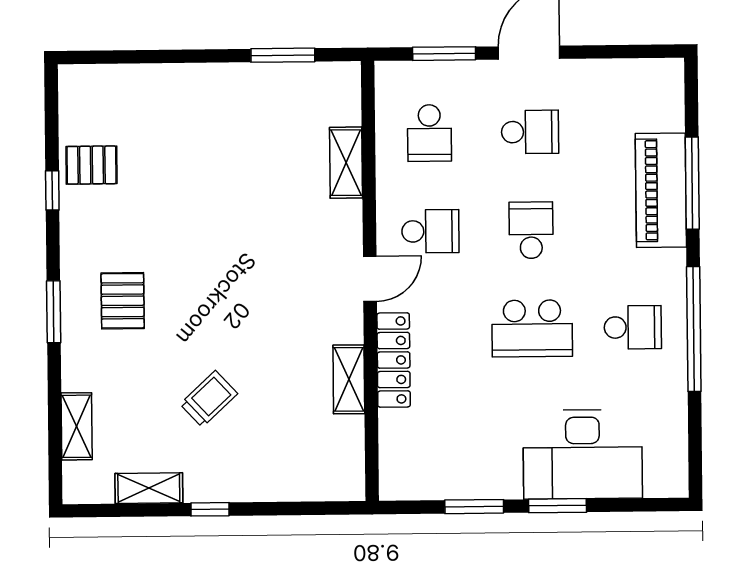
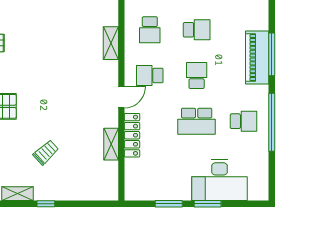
school desk: (430, 231) -> (150, 75), turned 180

